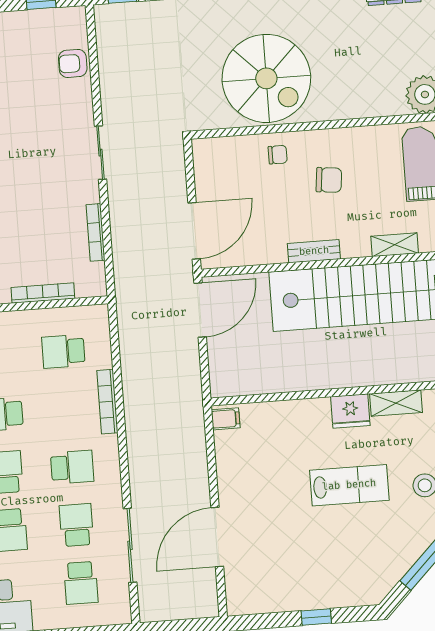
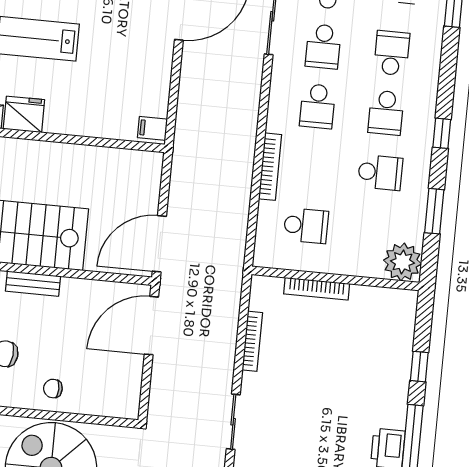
school desk: (72, 467) -> (317, 106), turned -90

